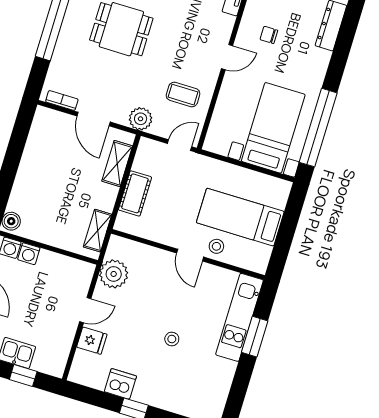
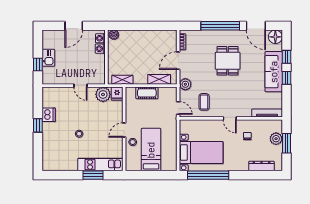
fridge: (92, 341) -> (117, 94), moved

